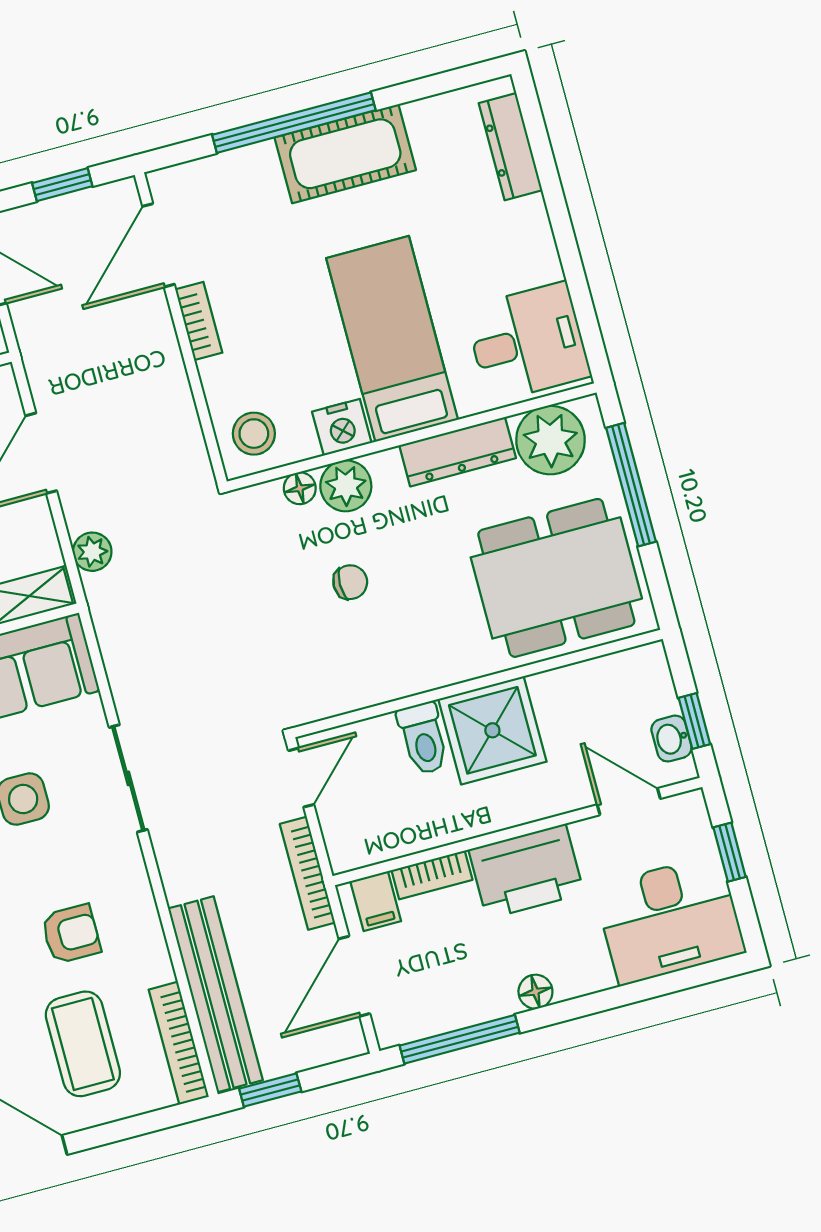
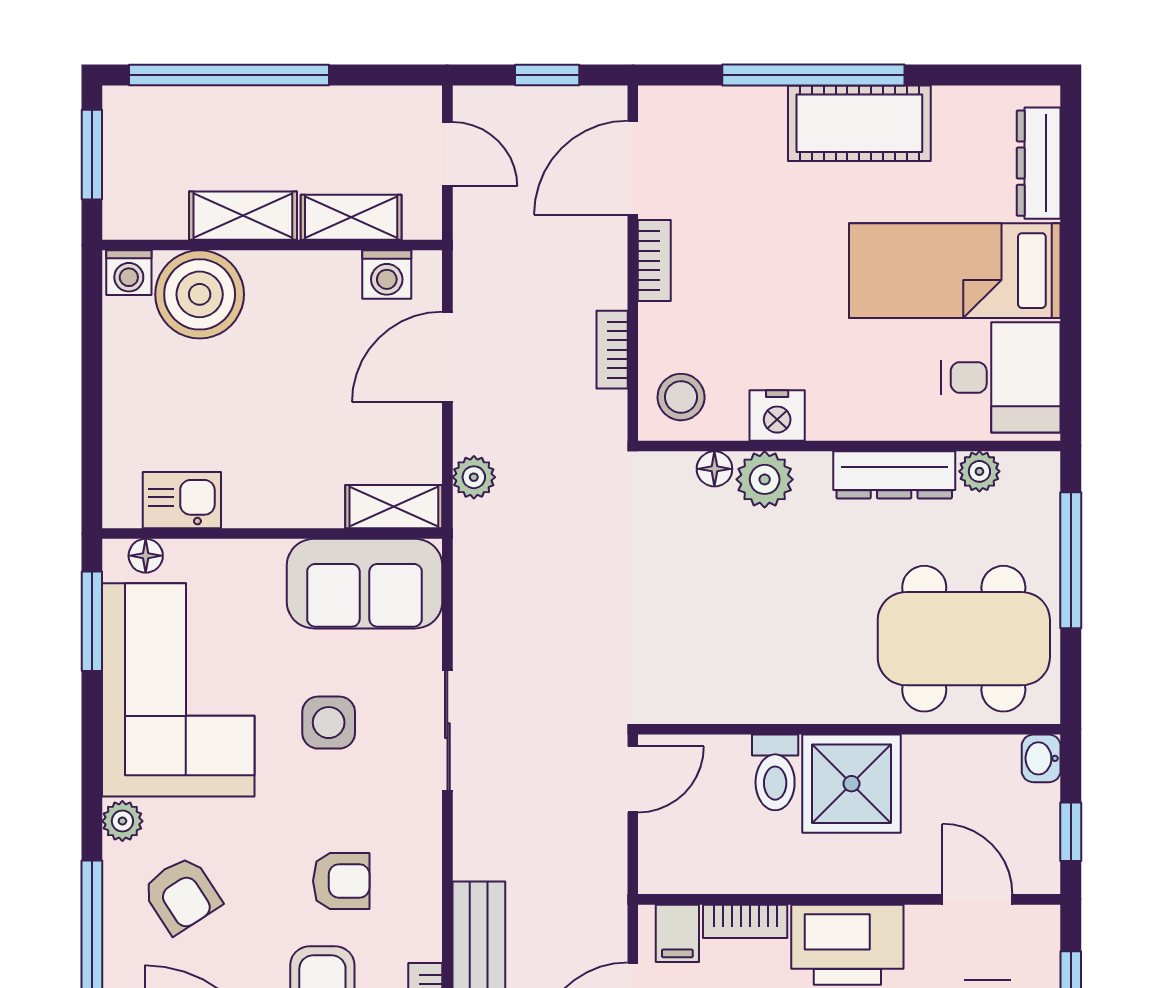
bed: (392, 339) -> (955, 271), moved, turned -90
plant: (551, 440) -> (979, 471), width x0.53, depth x0.53
chair: (350, 582) -> (742, 584), removed
washbasin: (671, 739) -> (1041, 758), moved
bookcase: (307, 873) -> (612, 350), moved, width x0.64

